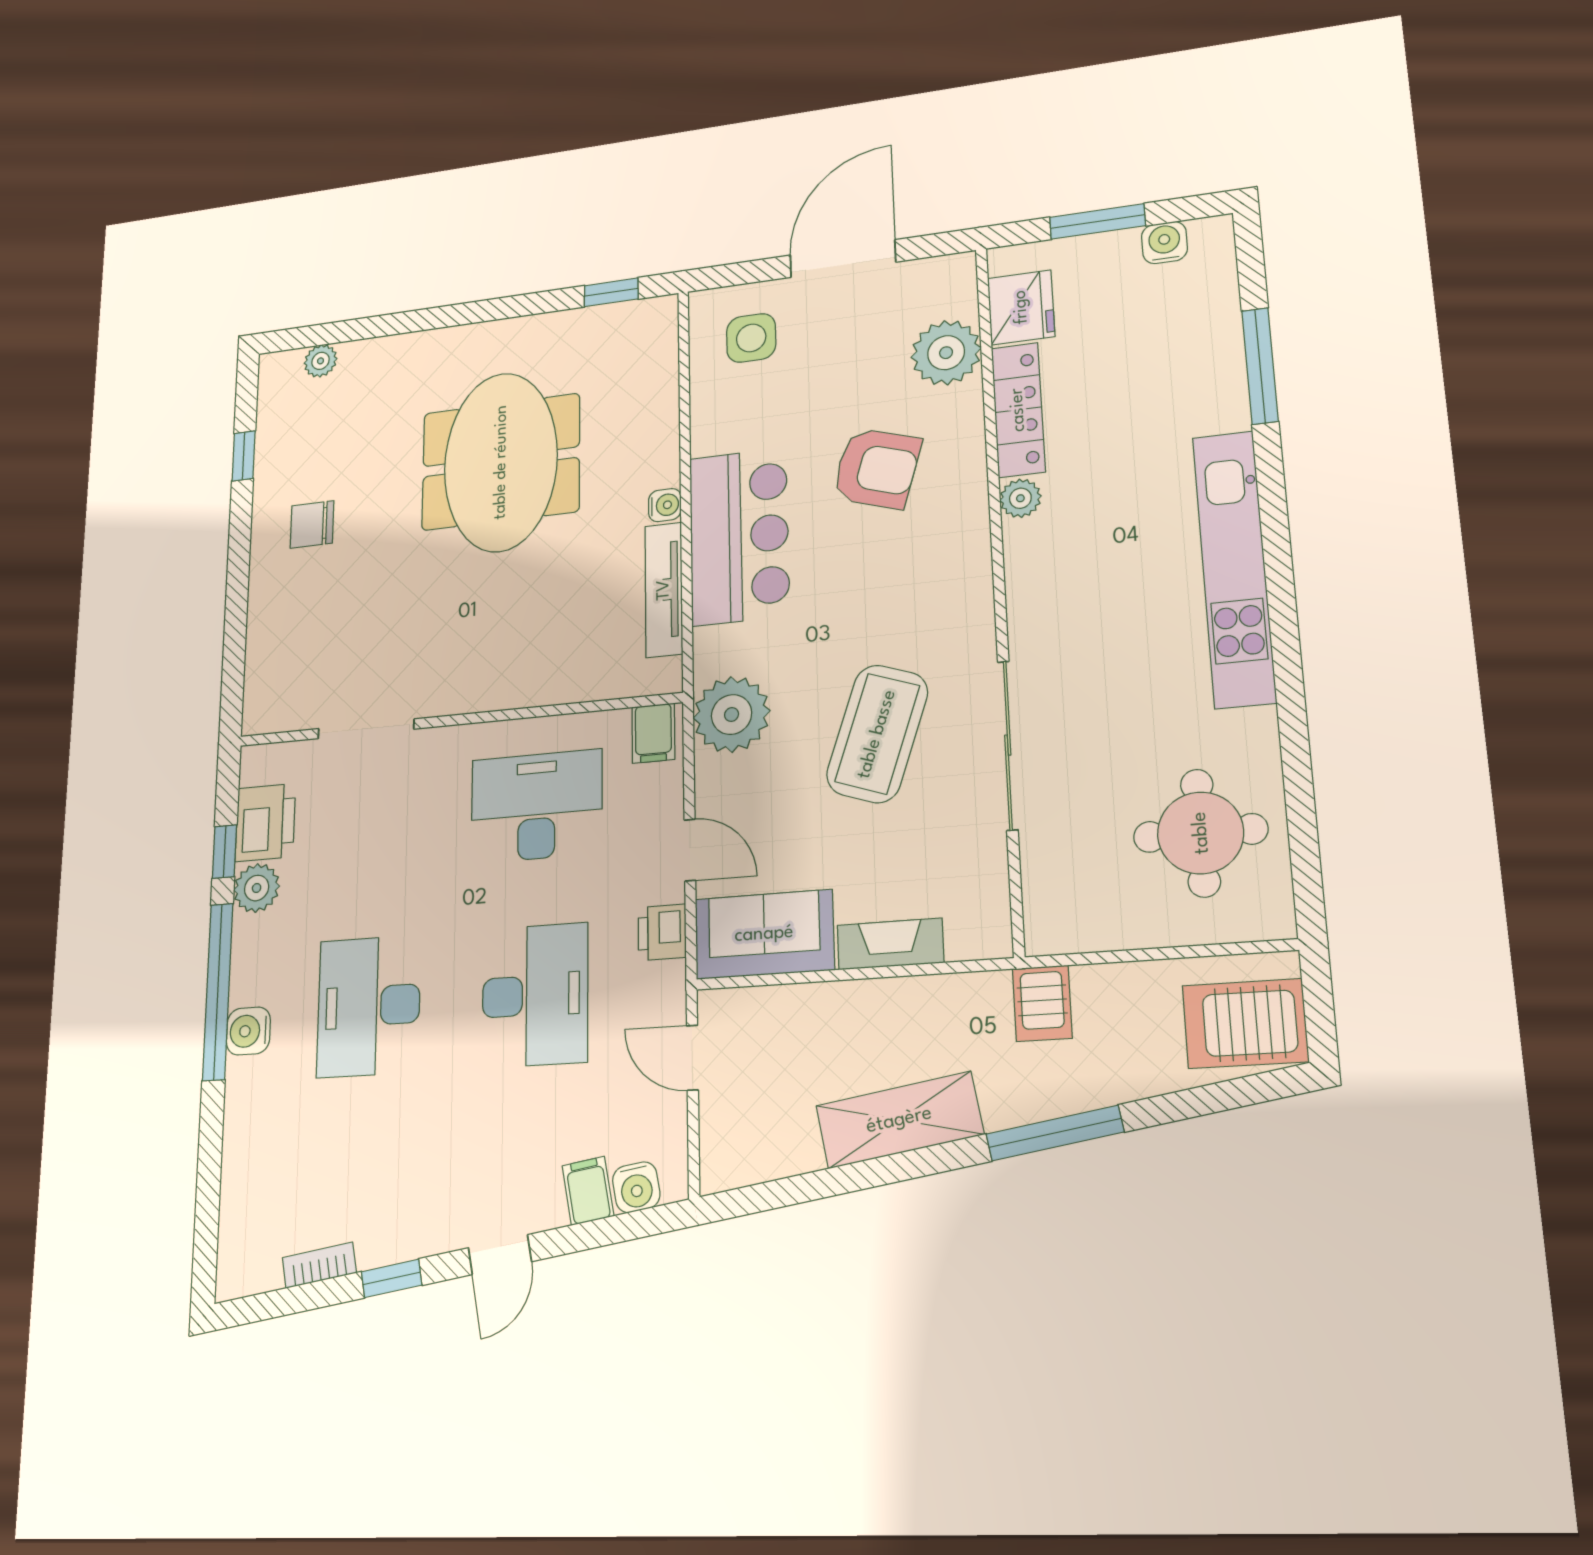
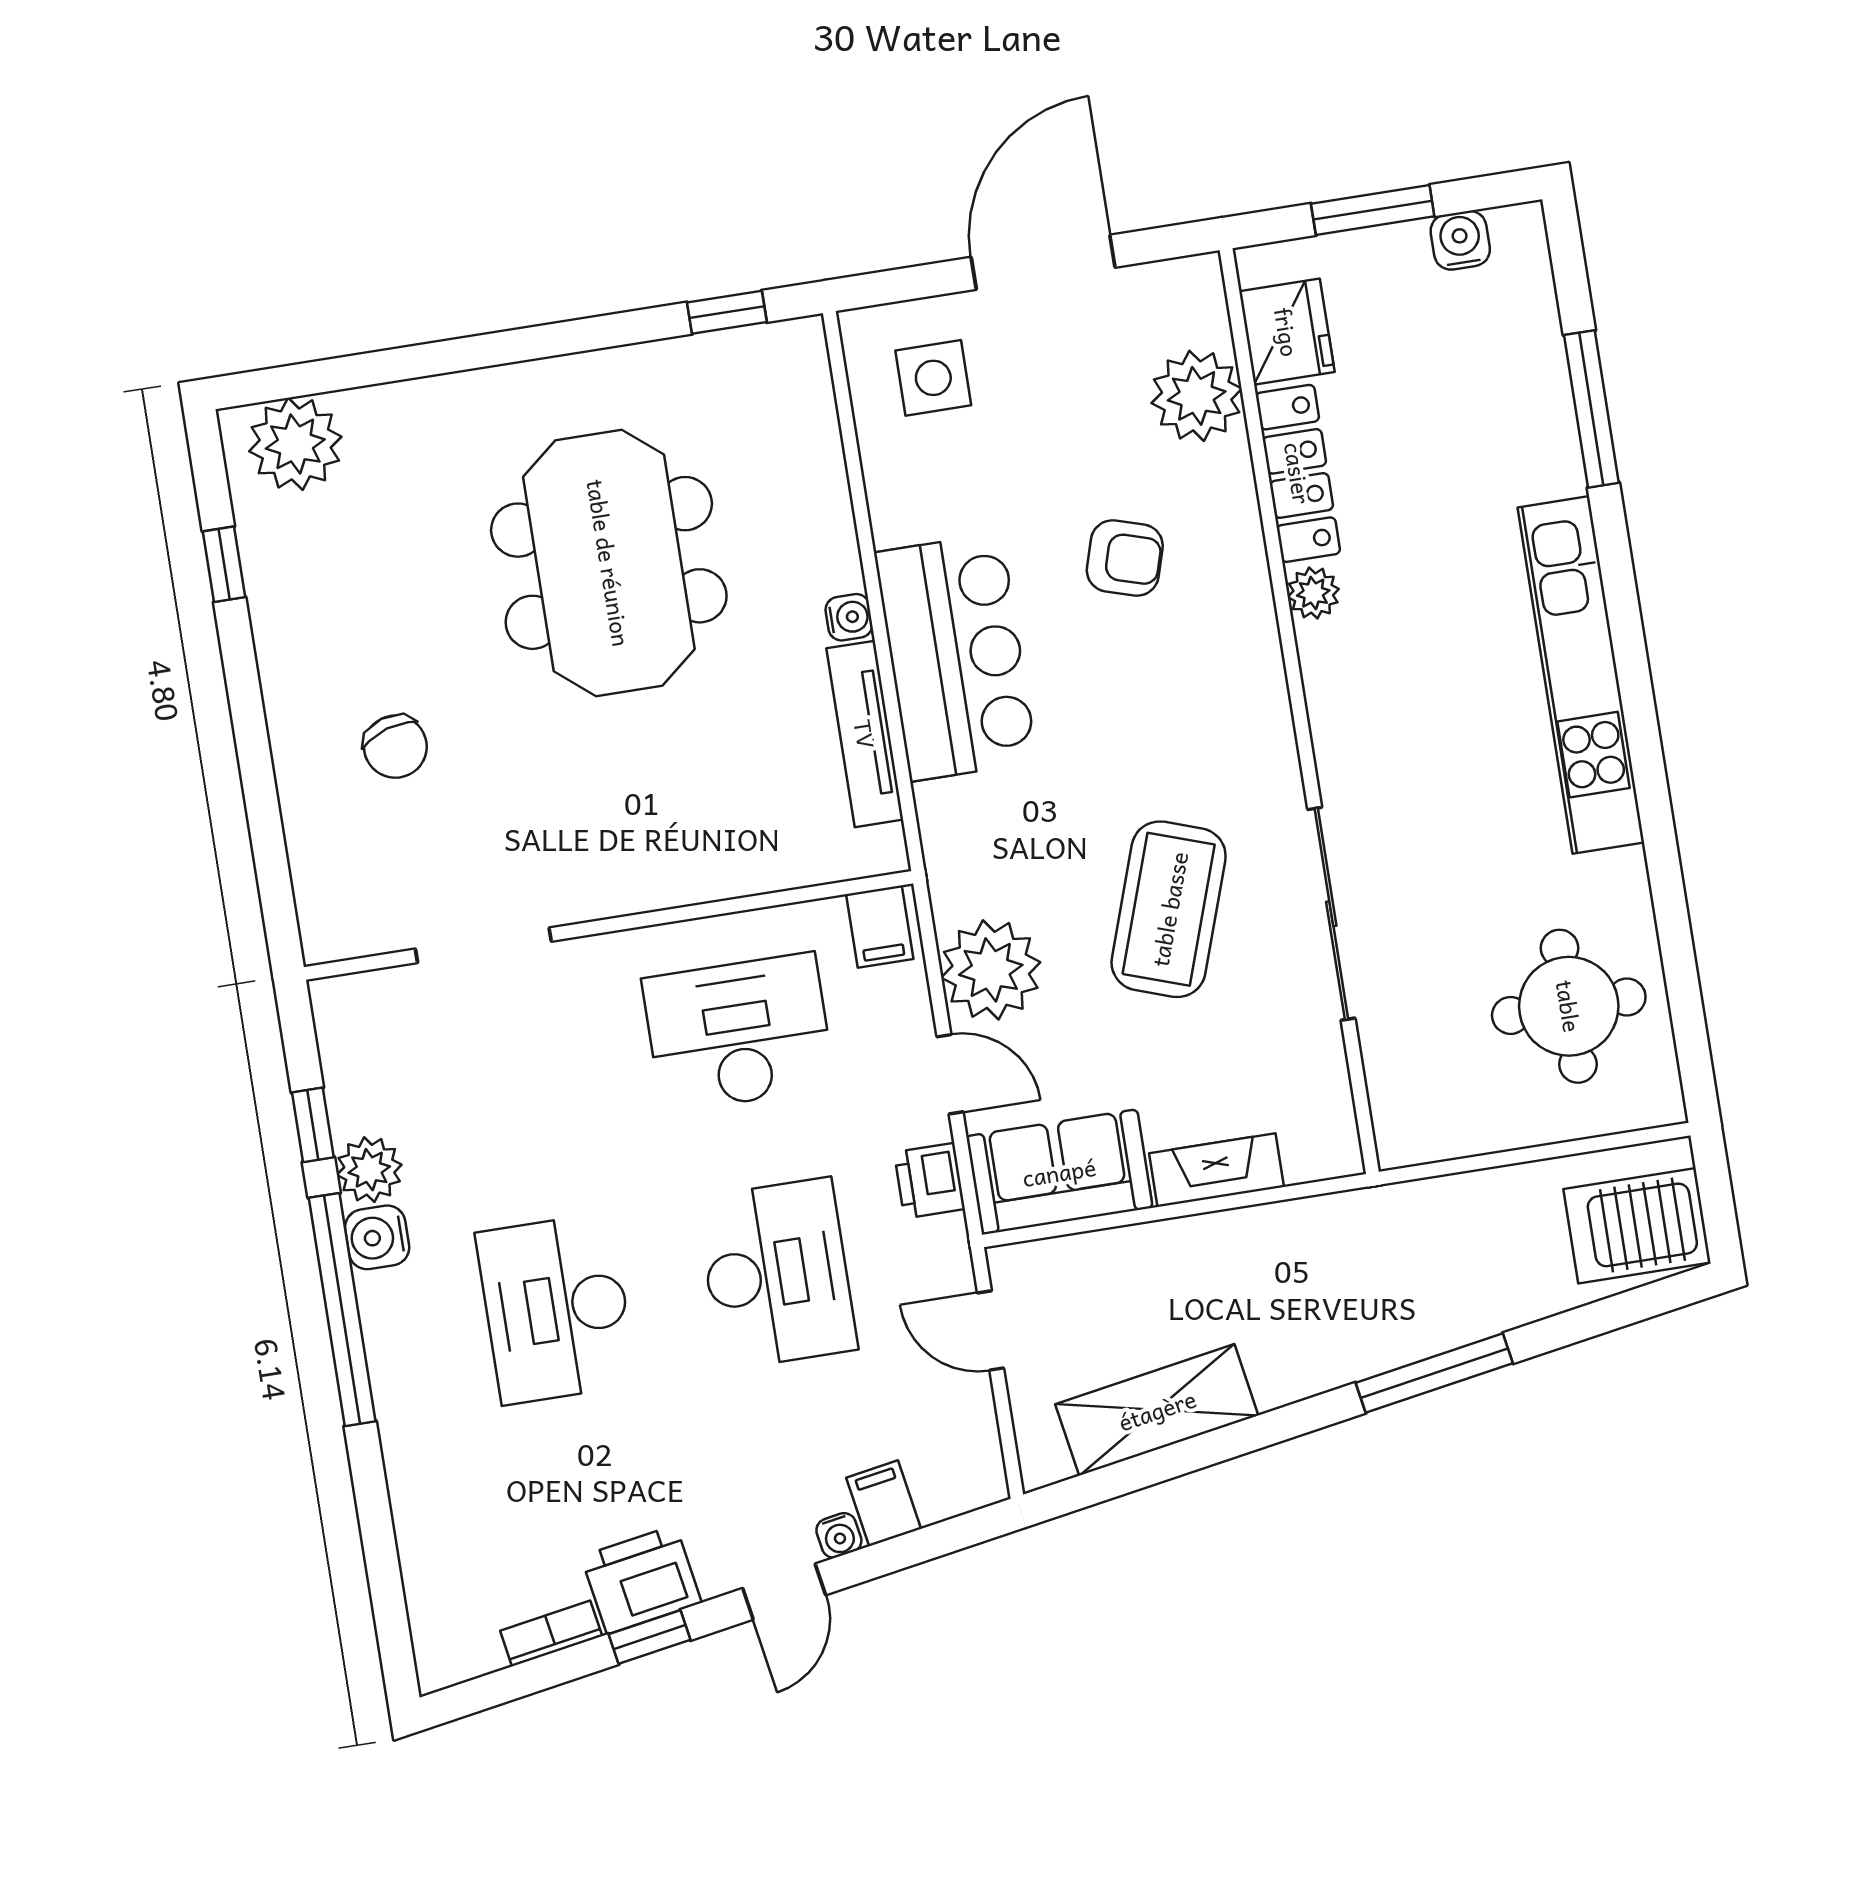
plant: (321, 361) -> (295, 444), width x1.87, depth x1.87
armchair: (876, 468) -> (1125, 558), width x0.72, depth x0.72
chair: (312, 524) -> (395, 747), moved, turned -107
plant: (732, 714) -> (991, 970), moved
printer: (265, 822) -> (641, 1580), moved, turned -100
server rack: (1042, 1003) -> (1405, 1224), removed
water cooler: (248, 1031) -> (377, 1237), moved
shelving: (899, 1120) -> (1157, 1410), moved
water cooler: (636, 1187) -> (839, 1535), moved, width x0.72, depth x0.72

